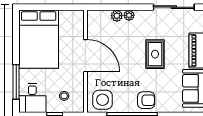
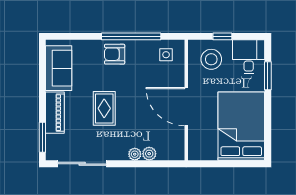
window: (16, 82) -> (268, 76), width x0.69
stool: (64, 96) -> (211, 59), width x1.89, depth x1.89
side table: (103, 100) -> (166, 55), width x0.54, depth x0.54

